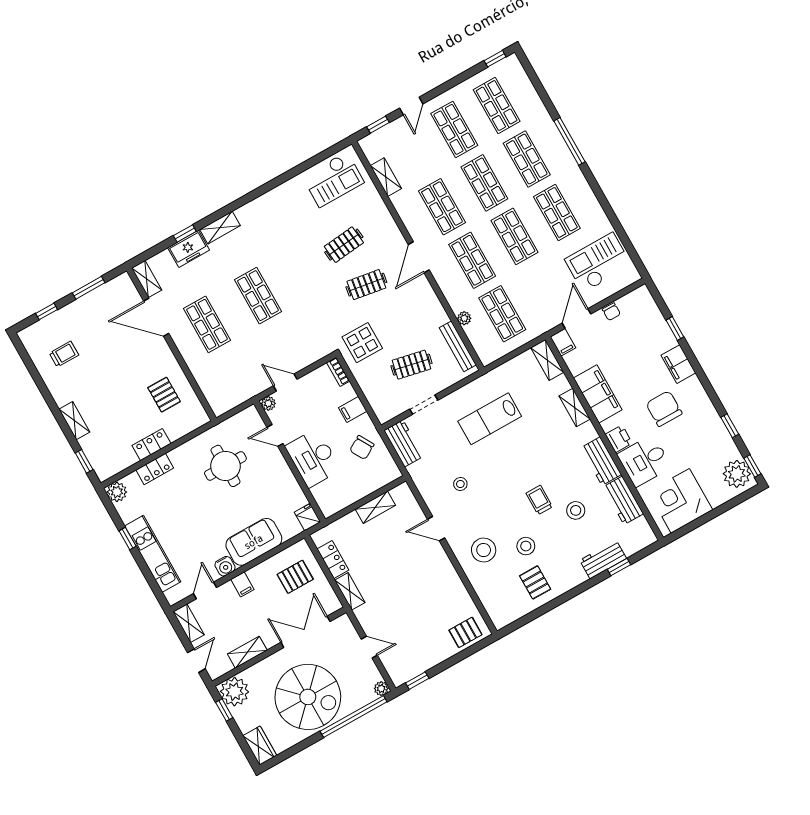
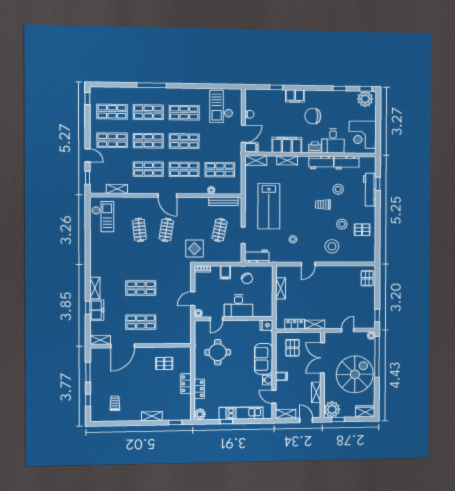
door: (577, 319) -> (243, 134), swing flipped
lab bench: (490, 419) -> (269, 206), width x1.36, depth x1.39
workbench: (603, 559) -> (370, 190), width x1.38

